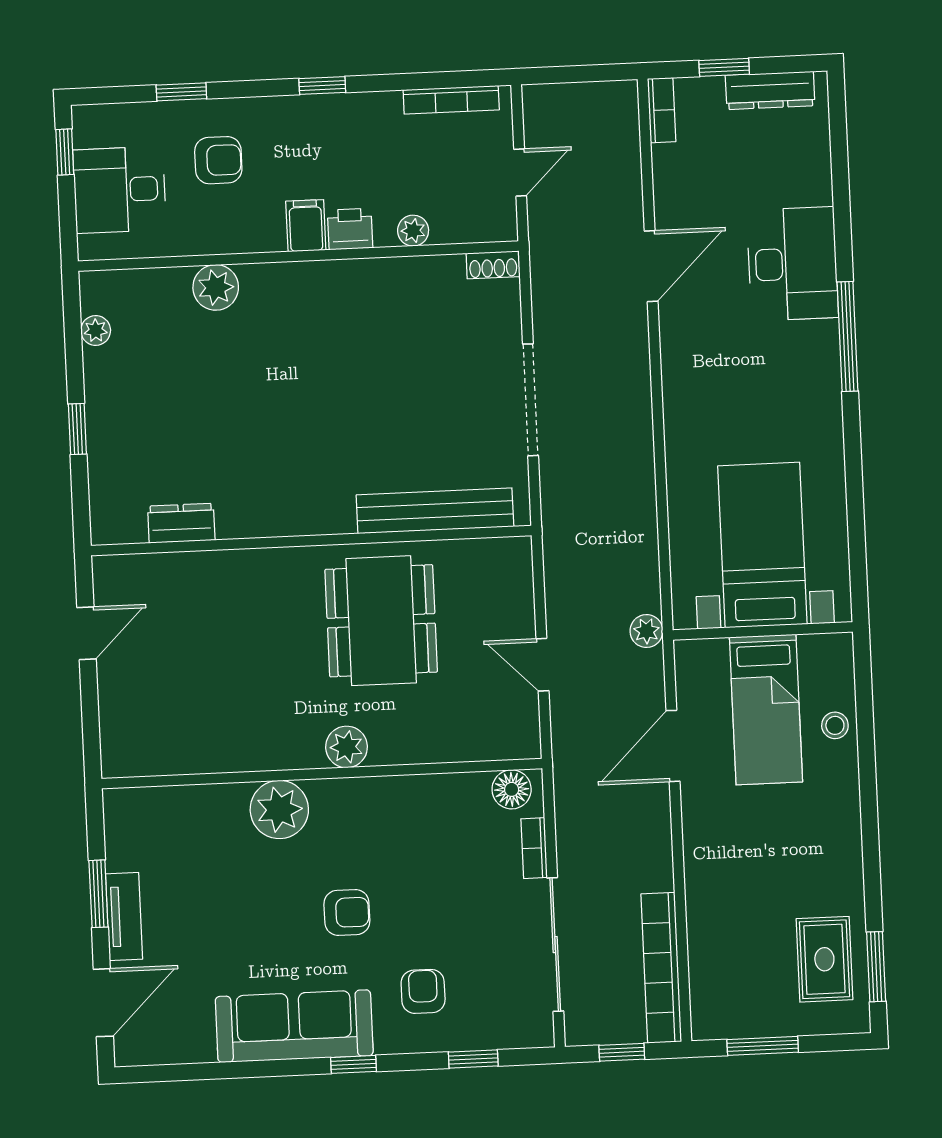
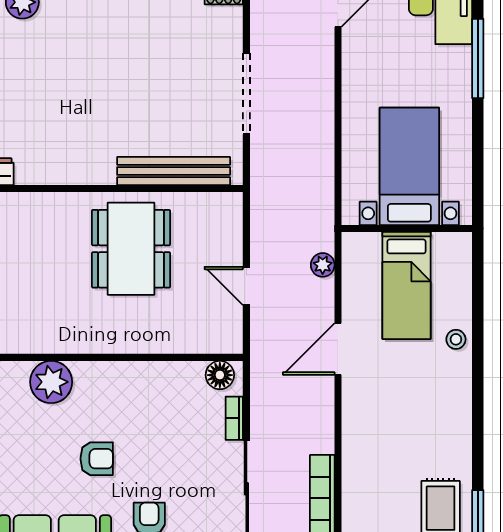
bed with nightstands: (762, 545) -> (409, 166), moved
wall: (763, 631) -> (407, 229), moved
bed: (766, 710) -> (406, 286), moved
plant: (347, 747) -> (102, 339), removed

